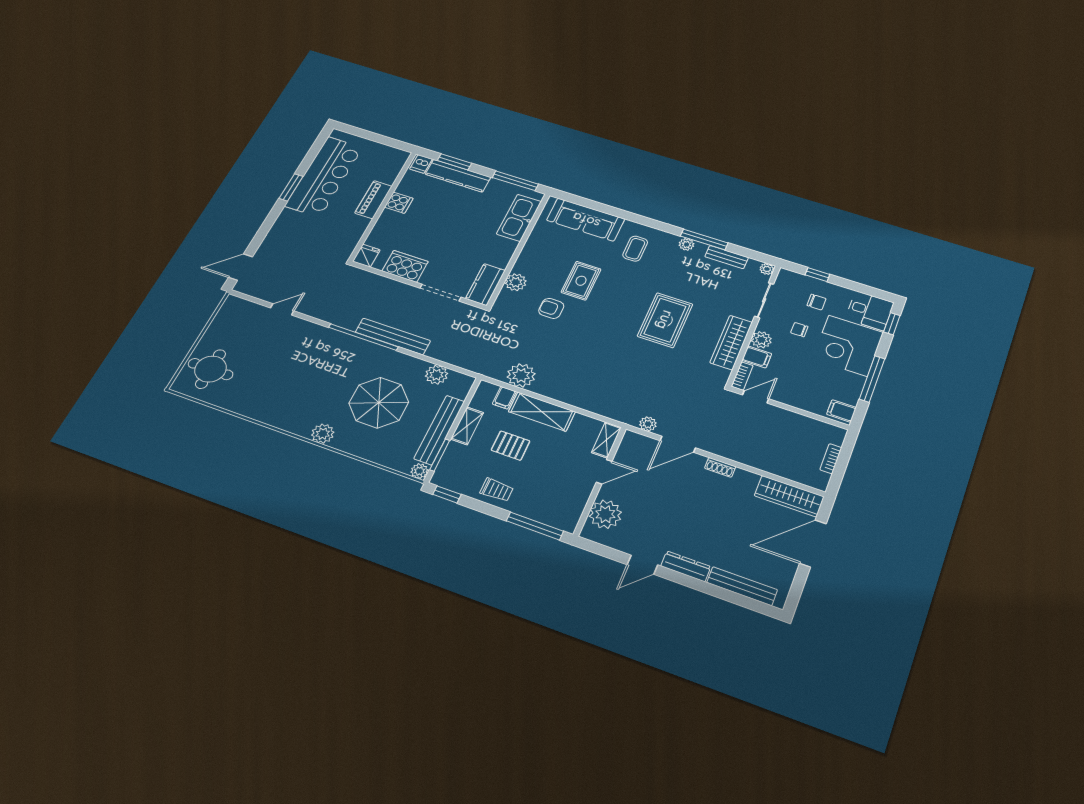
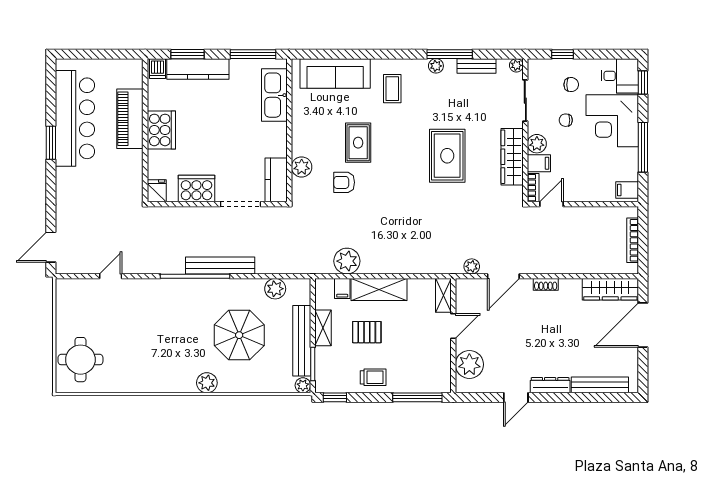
piano: (373, 200) -> (130, 119), width x1.37, depth x1.33
cooker: (399, 203) -> (161, 130), width x1.87, depth x1.31
bookcase: (831, 459) -> (633, 240), width x1.56

